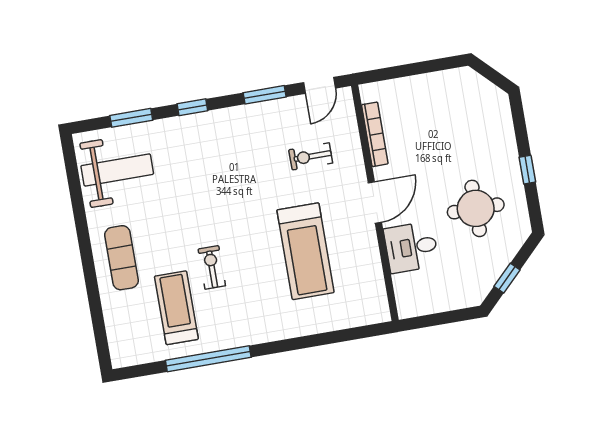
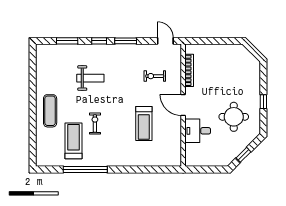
door: (319, 85) -> (165, 41), swing flipped
window: (265, 95) -> (126, 41), moved
weight bench: (117, 170) -> (90, 78), moved, width x0.73, depth x0.75
door: (375, 203) -> (183, 105), swing flipped
treadmill: (306, 251) -> (144, 124), width x0.73, depth x0.73

